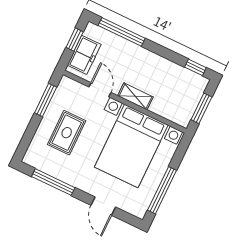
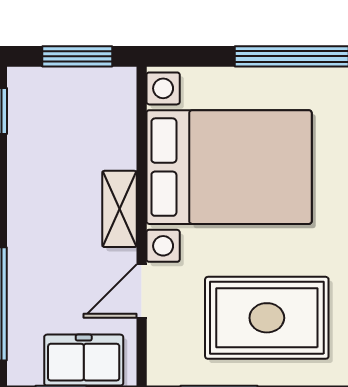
rug: (67, 133) -> (267, 318), width x1.36, depth x1.43

